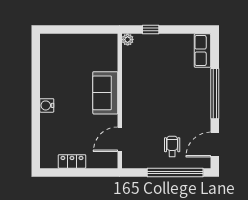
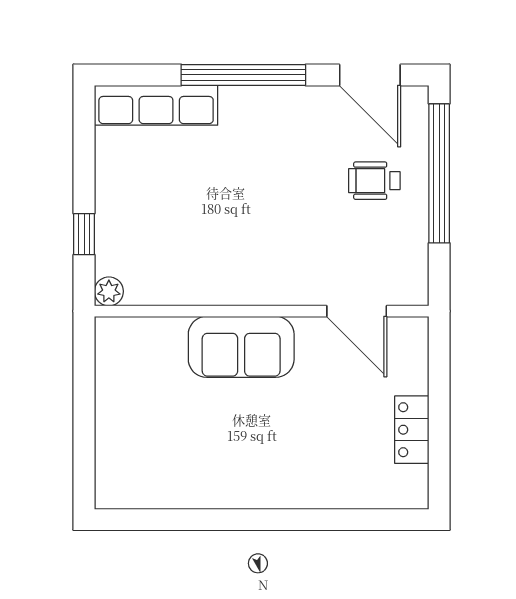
row of seats: (202, 51) -> (156, 105), width x1.48
water cooler: (47, 105) -> (273, 492), removed

